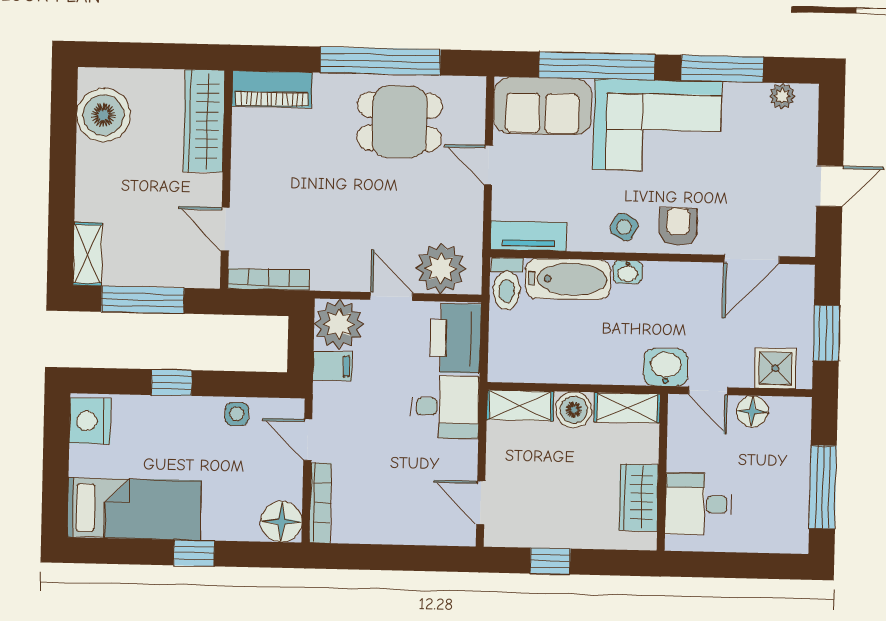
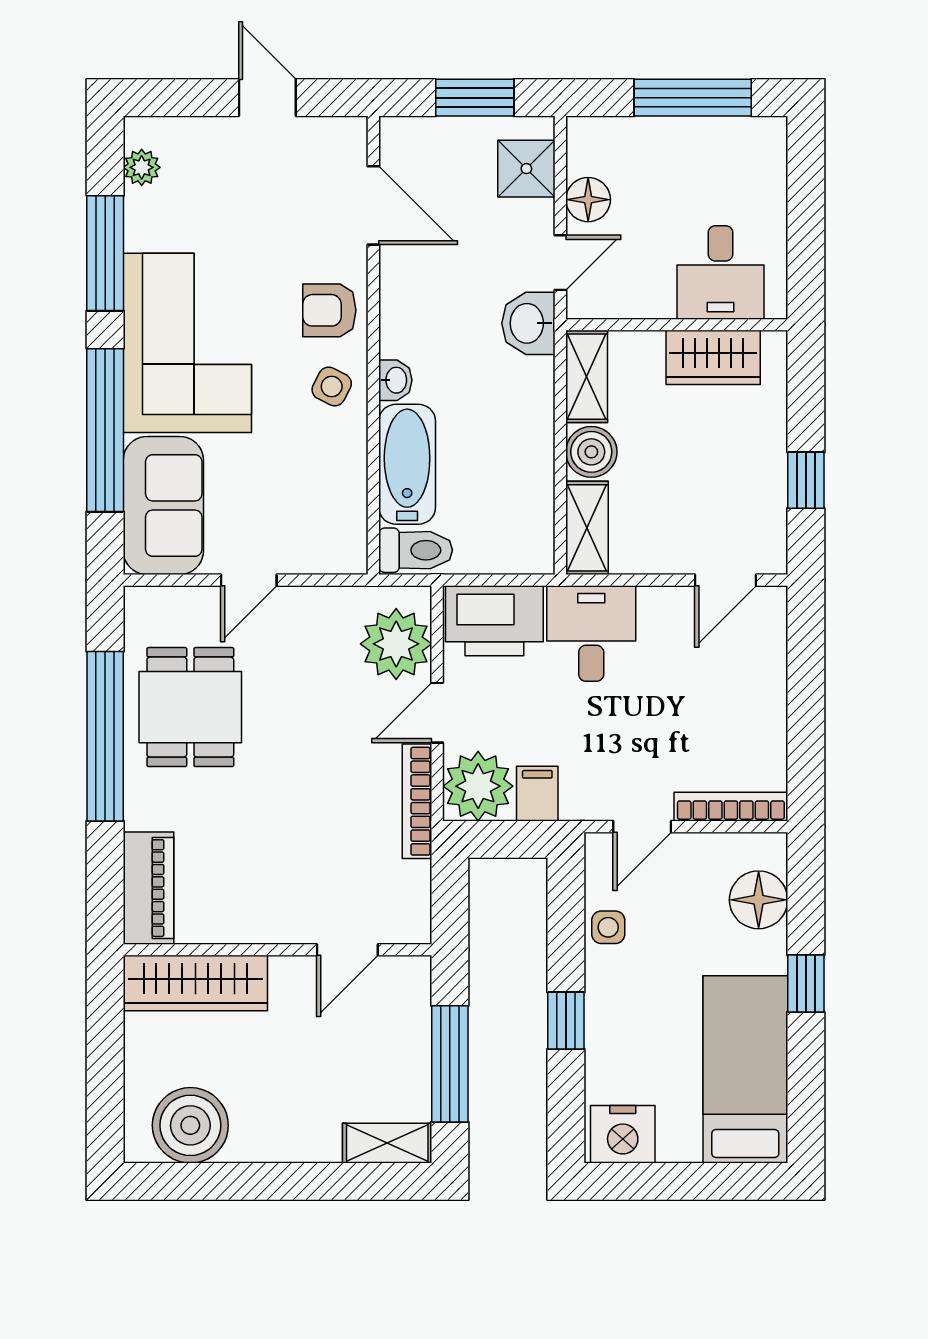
tv unit: (528, 236) -> (347, 521), removed
bookcase: (269, 279) -> (417, 801), moved
floor lamp: (281, 521) -> (759, 900), moved

